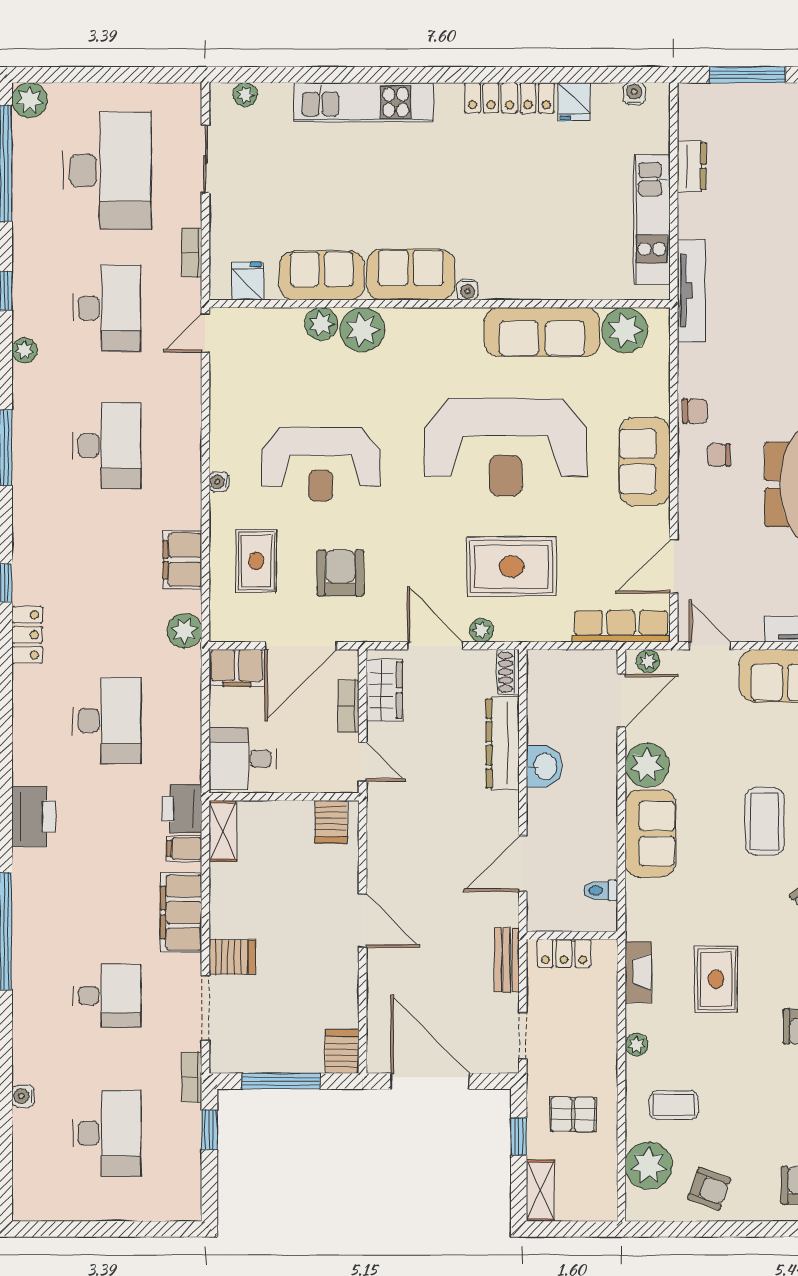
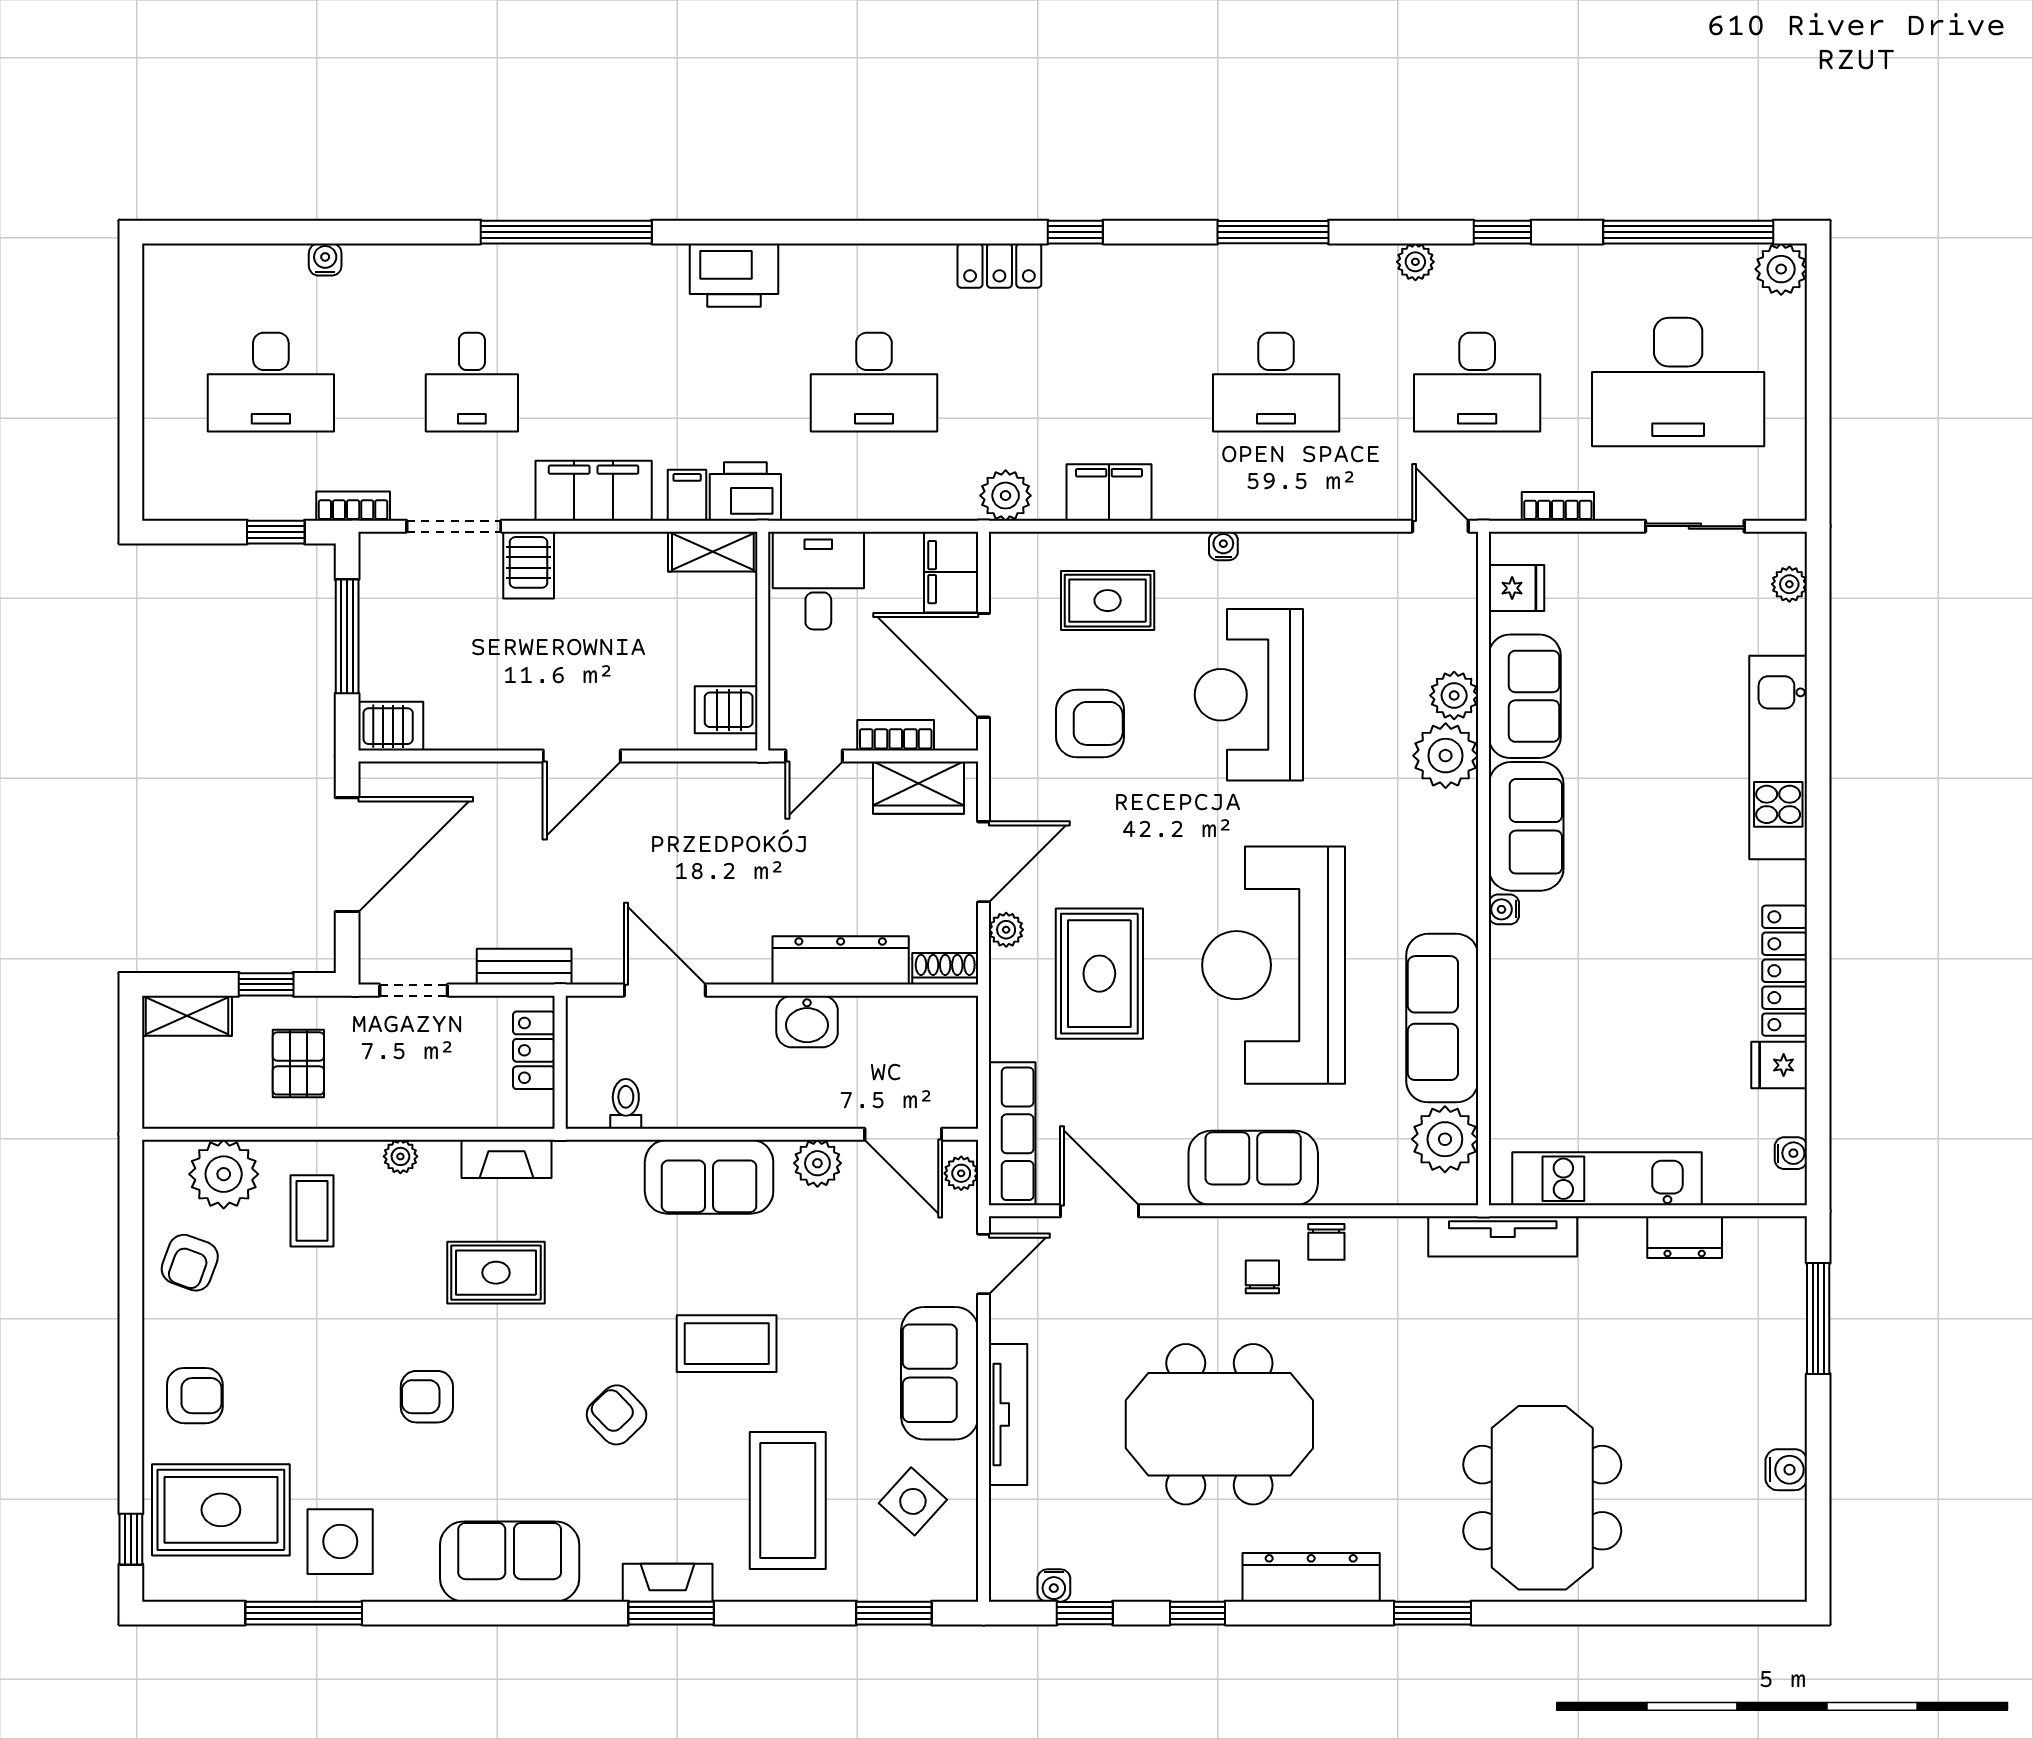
plant: (647, 765) -> (817, 1163), width x0.73, depth x0.73

